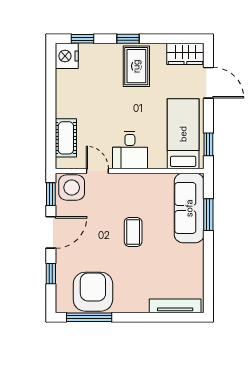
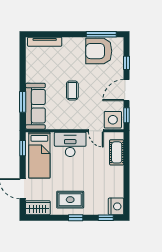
rug: (136, 66) -> (70, 200), turned 90
desk: (130, 150) -> (70, 144), width x1.37
armchair: (93, 292) -> (99, 51), turned 90

